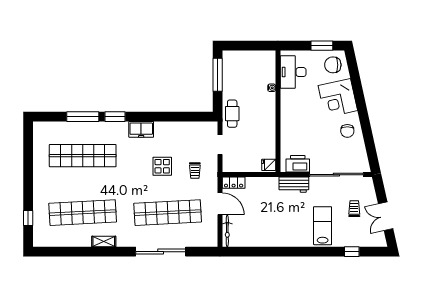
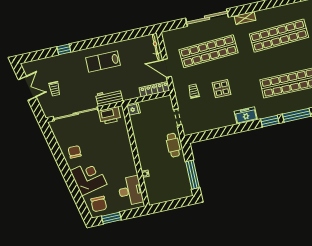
chair: (333, 65) -> (99, 204), turned 90
locker: (234, 183) -> (154, 89), width x1.53
lab bench: (323, 226) -> (103, 62), moved, turned 90
shelving: (104, 242) -> (245, 18), moved
window: (352, 252) -> (64, 49), moved

